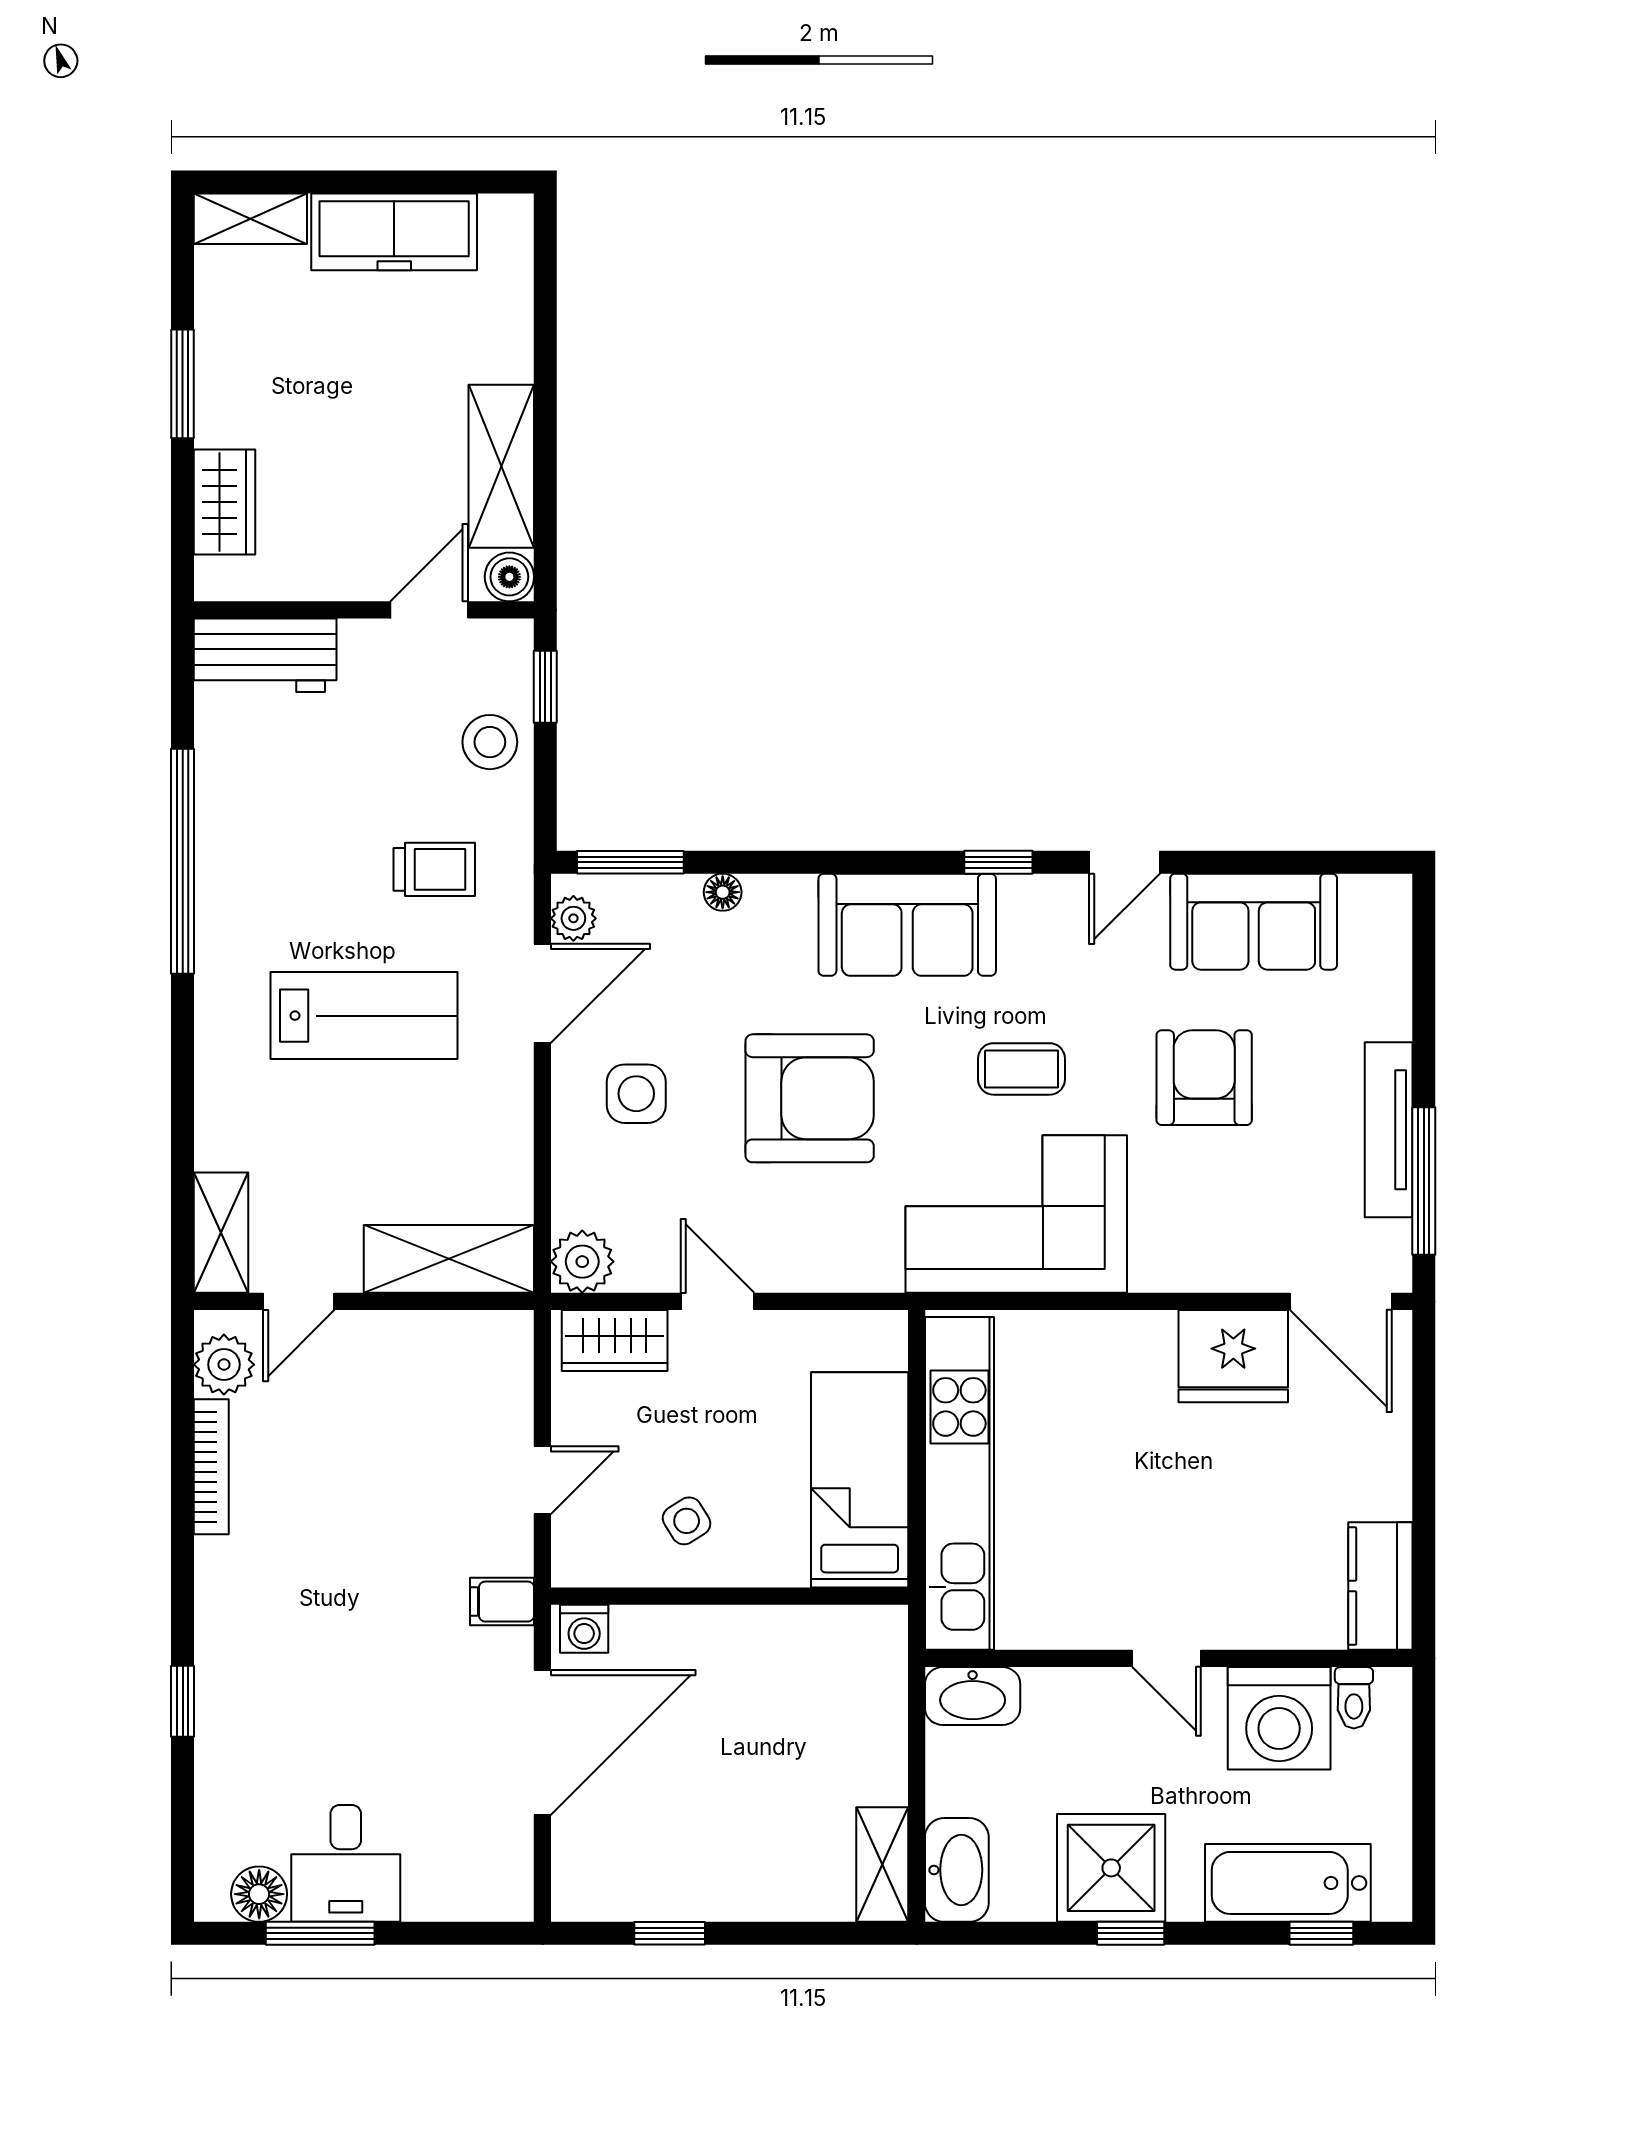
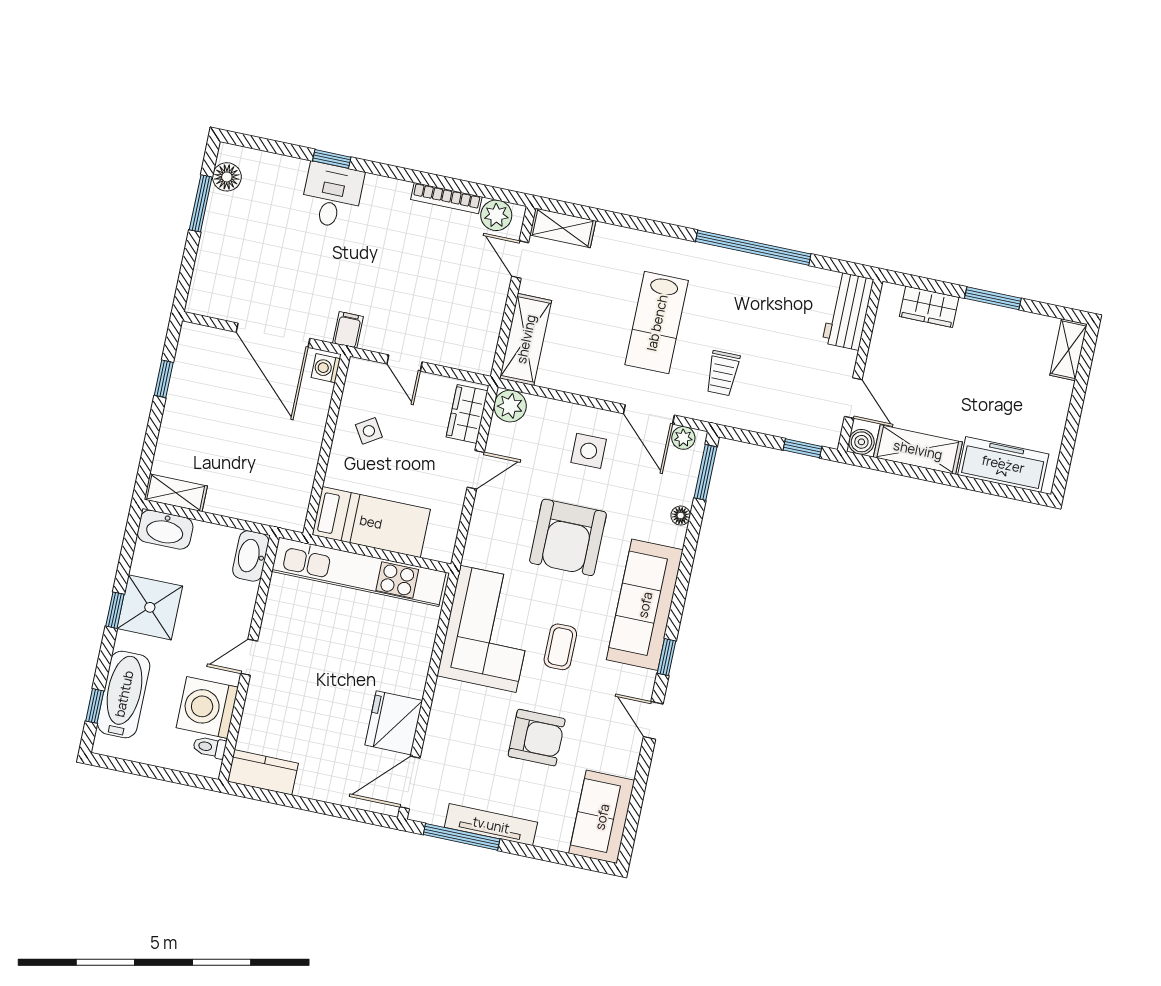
freezer: (394, 232) -> (1003, 464), moved, turned 90
stool: (490, 742) -> (781, 415), removed
sofa: (1254, 922) -> (602, 817), moved
sofa: (907, 925) -> (645, 605), width x1.36
desk: (346, 1863) -> (332, 196), moved, turned 90

